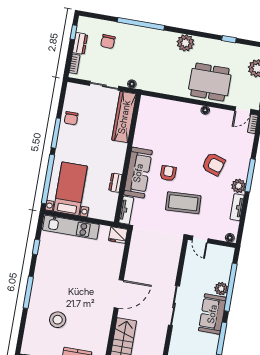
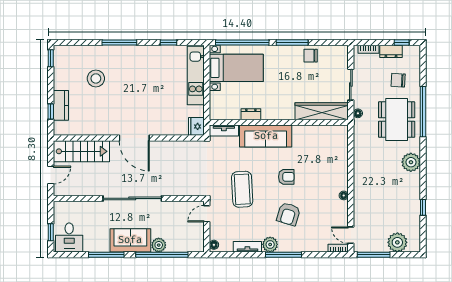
dining table: (210, 82) -> (397, 120), moved
armchair: (168, 173) -> (286, 177), moved
sliding door: (174, 305) -> (132, 198), width x1.36

